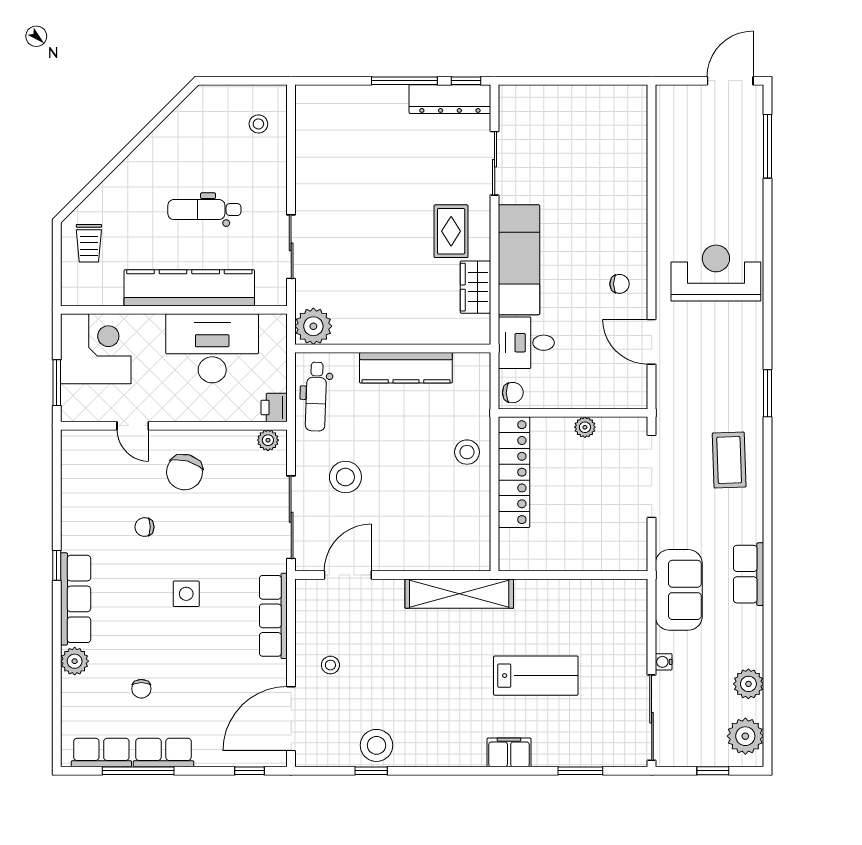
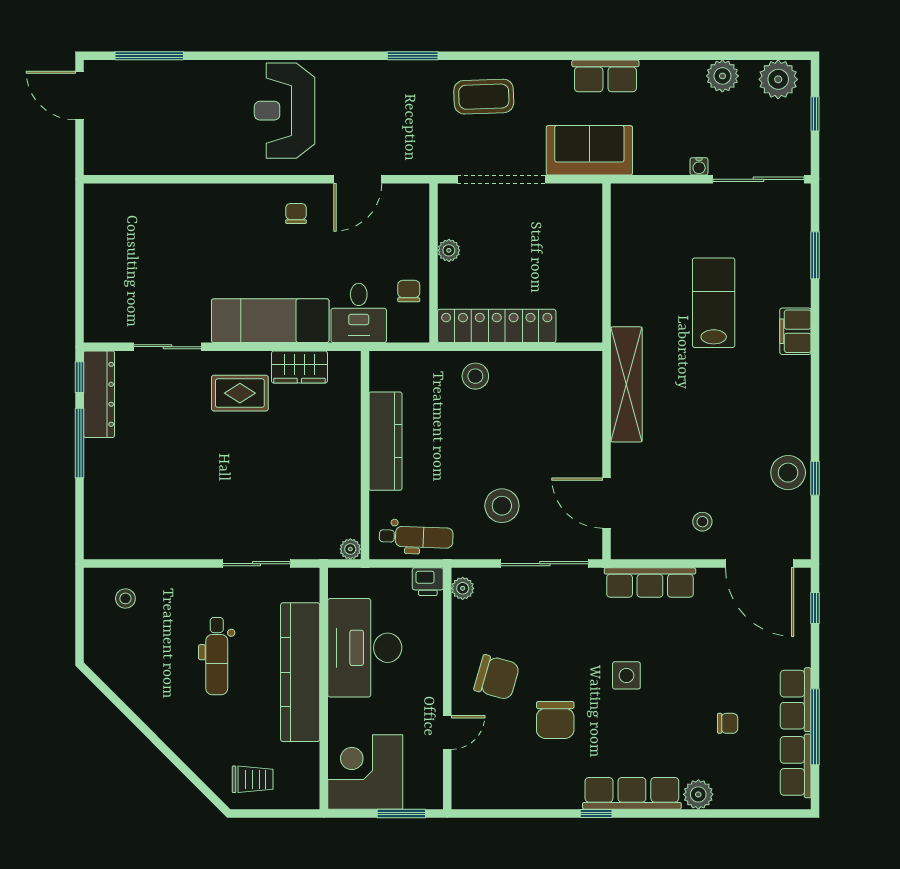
plant: (313, 326) -> (350, 549), width x0.53, depth x0.53
chair: (513, 393) -> (409, 291), moved
chair: (144, 527) -> (555, 720), width x1.87, depth x1.87
sofa: (679, 590) -> (589, 150), moved

